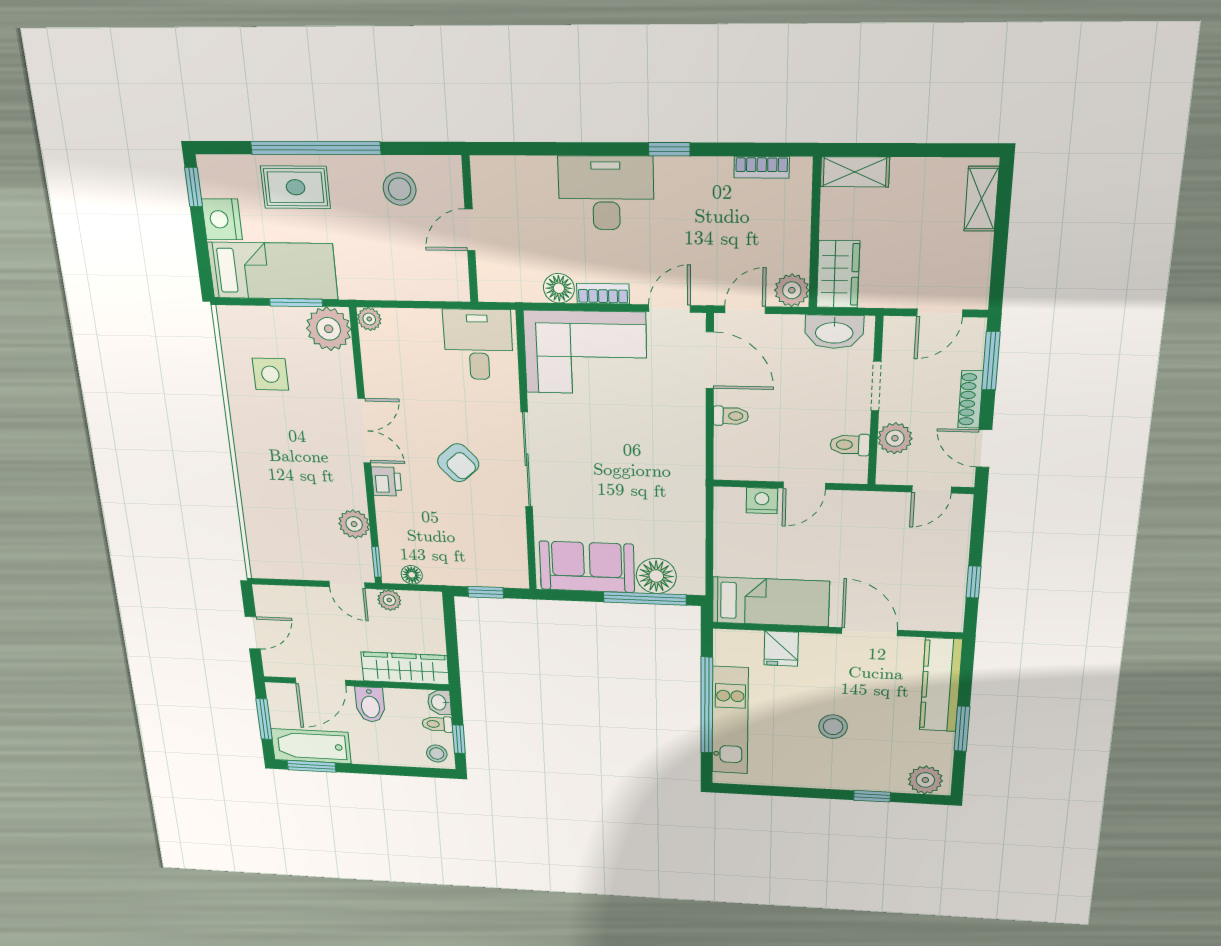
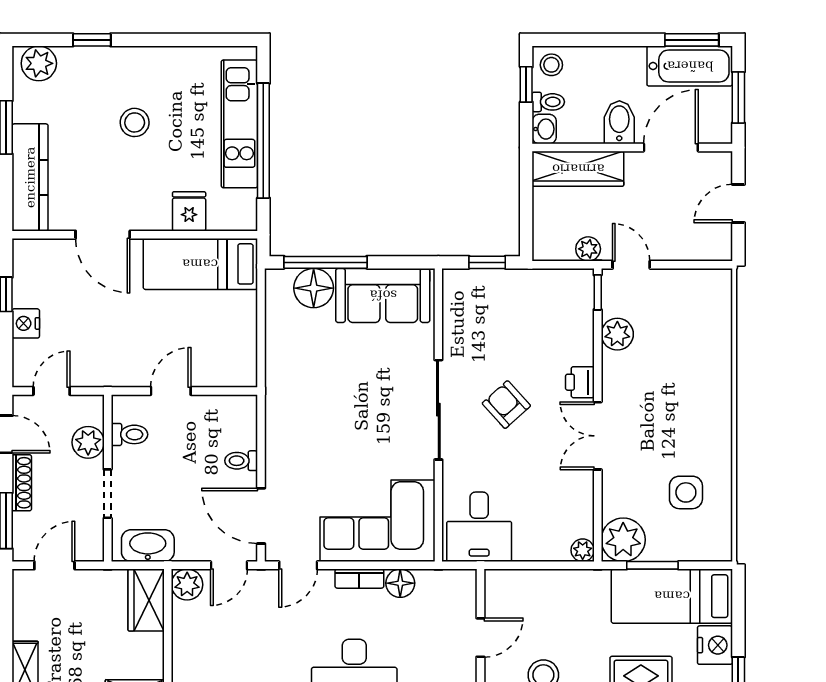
nightstand: (762, 501) -> (26, 323), moved, turned 90
floor lamp: (412, 575) -> (562, 279), removed

